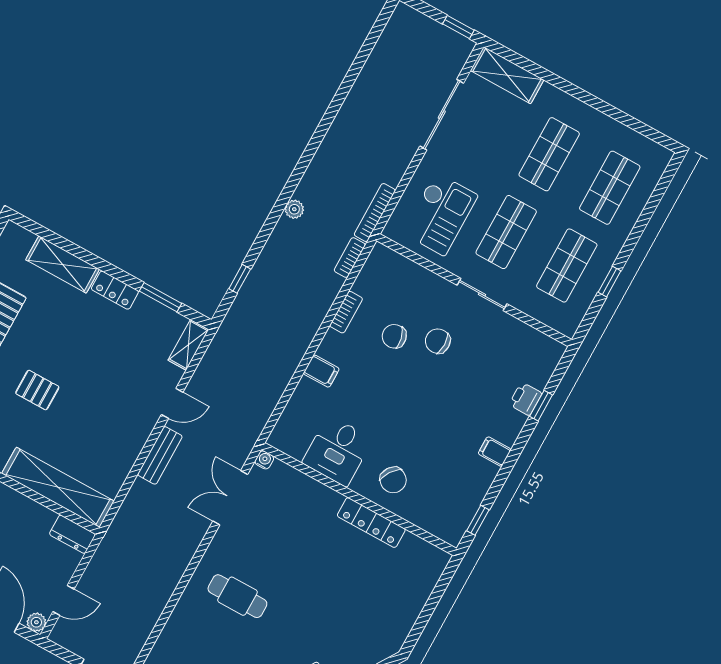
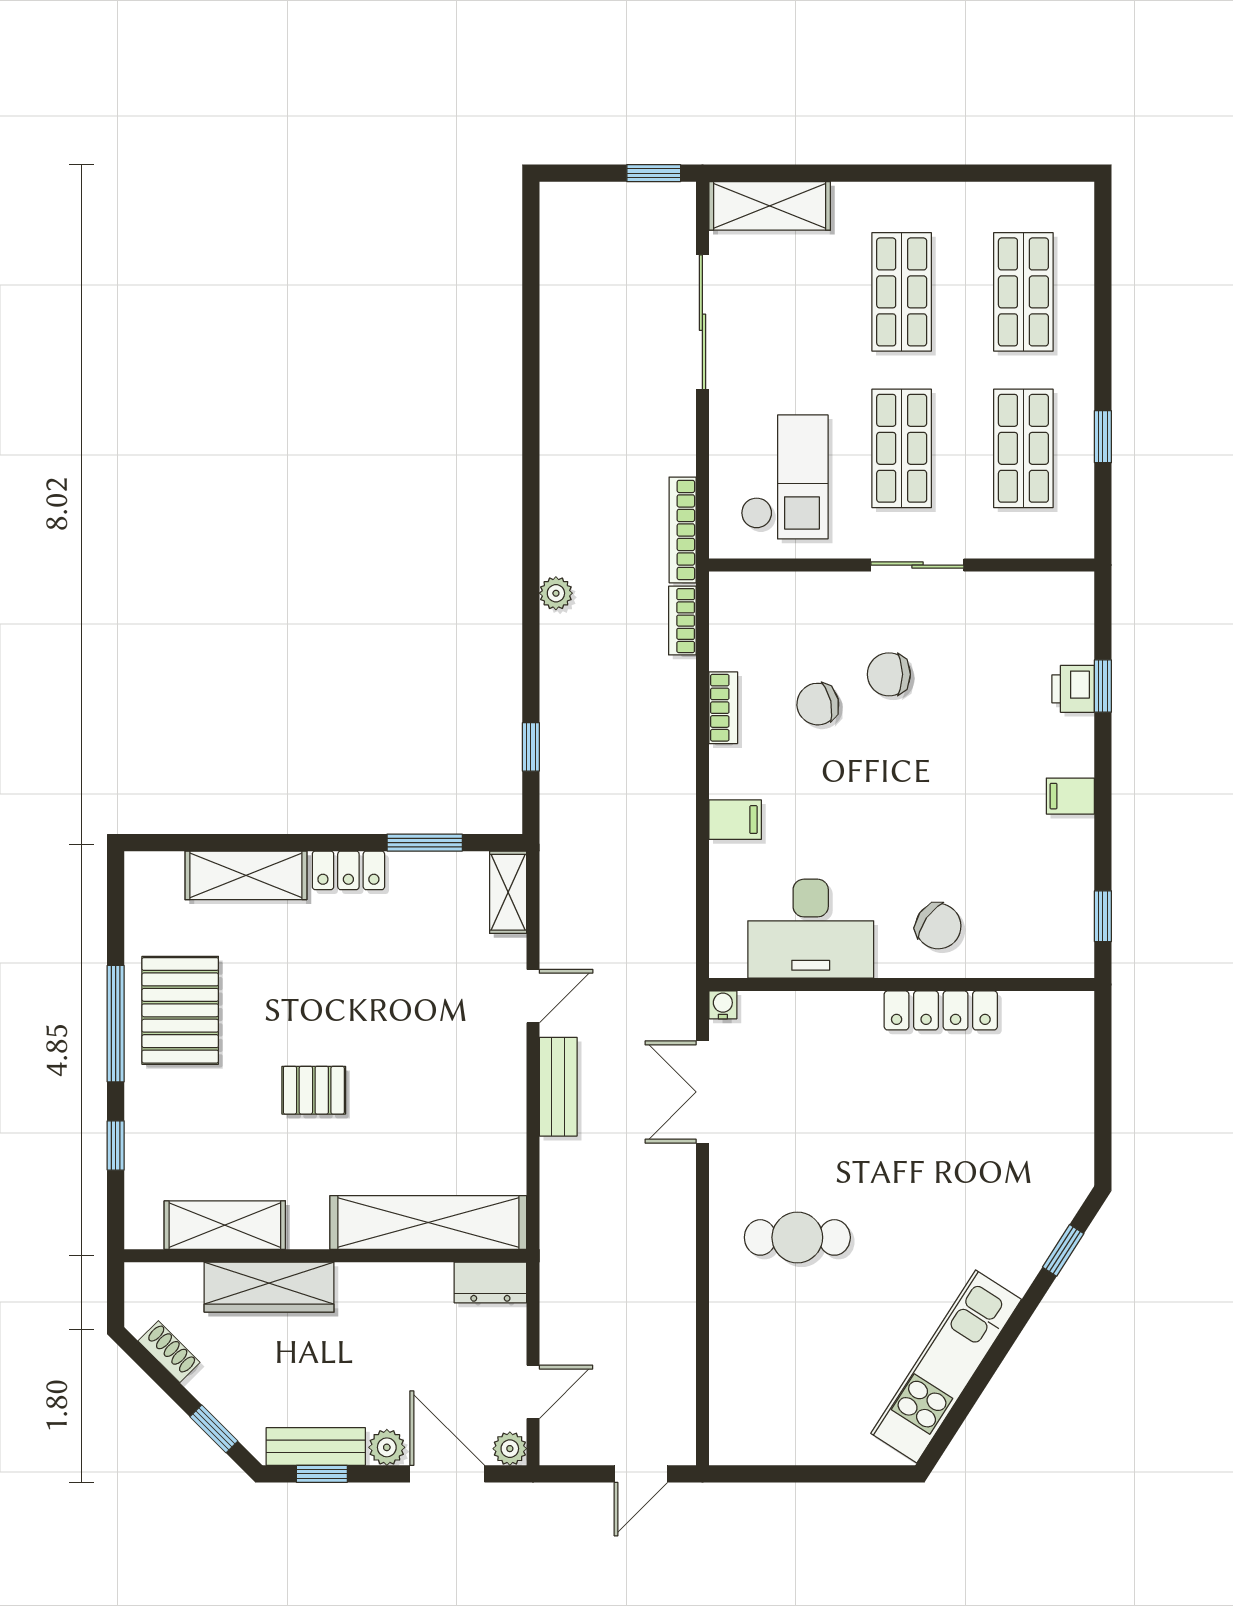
desk: (337, 451) -> (811, 929), width x1.37

